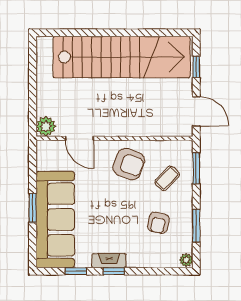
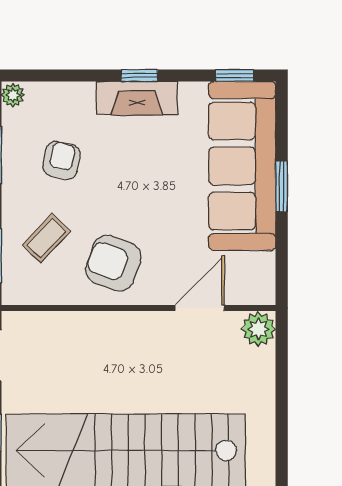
door: (79, 138) -> (200, 308), hinge flipped
fireplace: (109, 261) -> (137, 98), width x1.37, depth x1.32
window: (76, 271) -> (235, 76), moved

